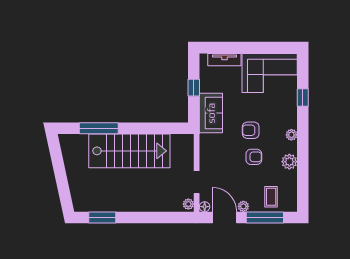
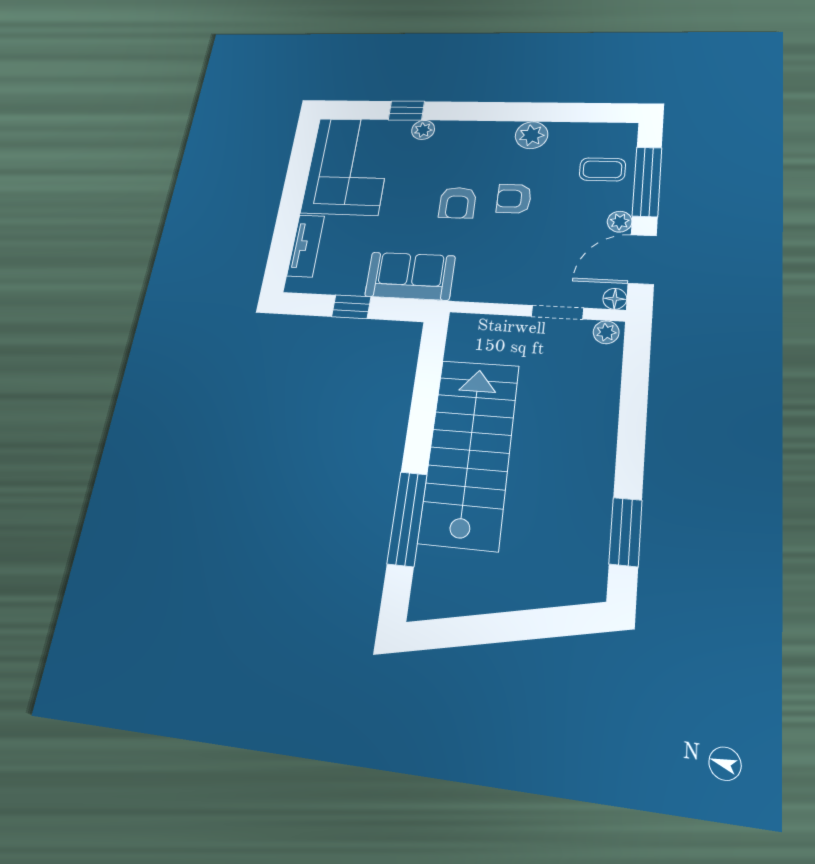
plant: (291, 135) -> (423, 130), moved
armchair: (254, 157) -> (514, 199), turned -90

